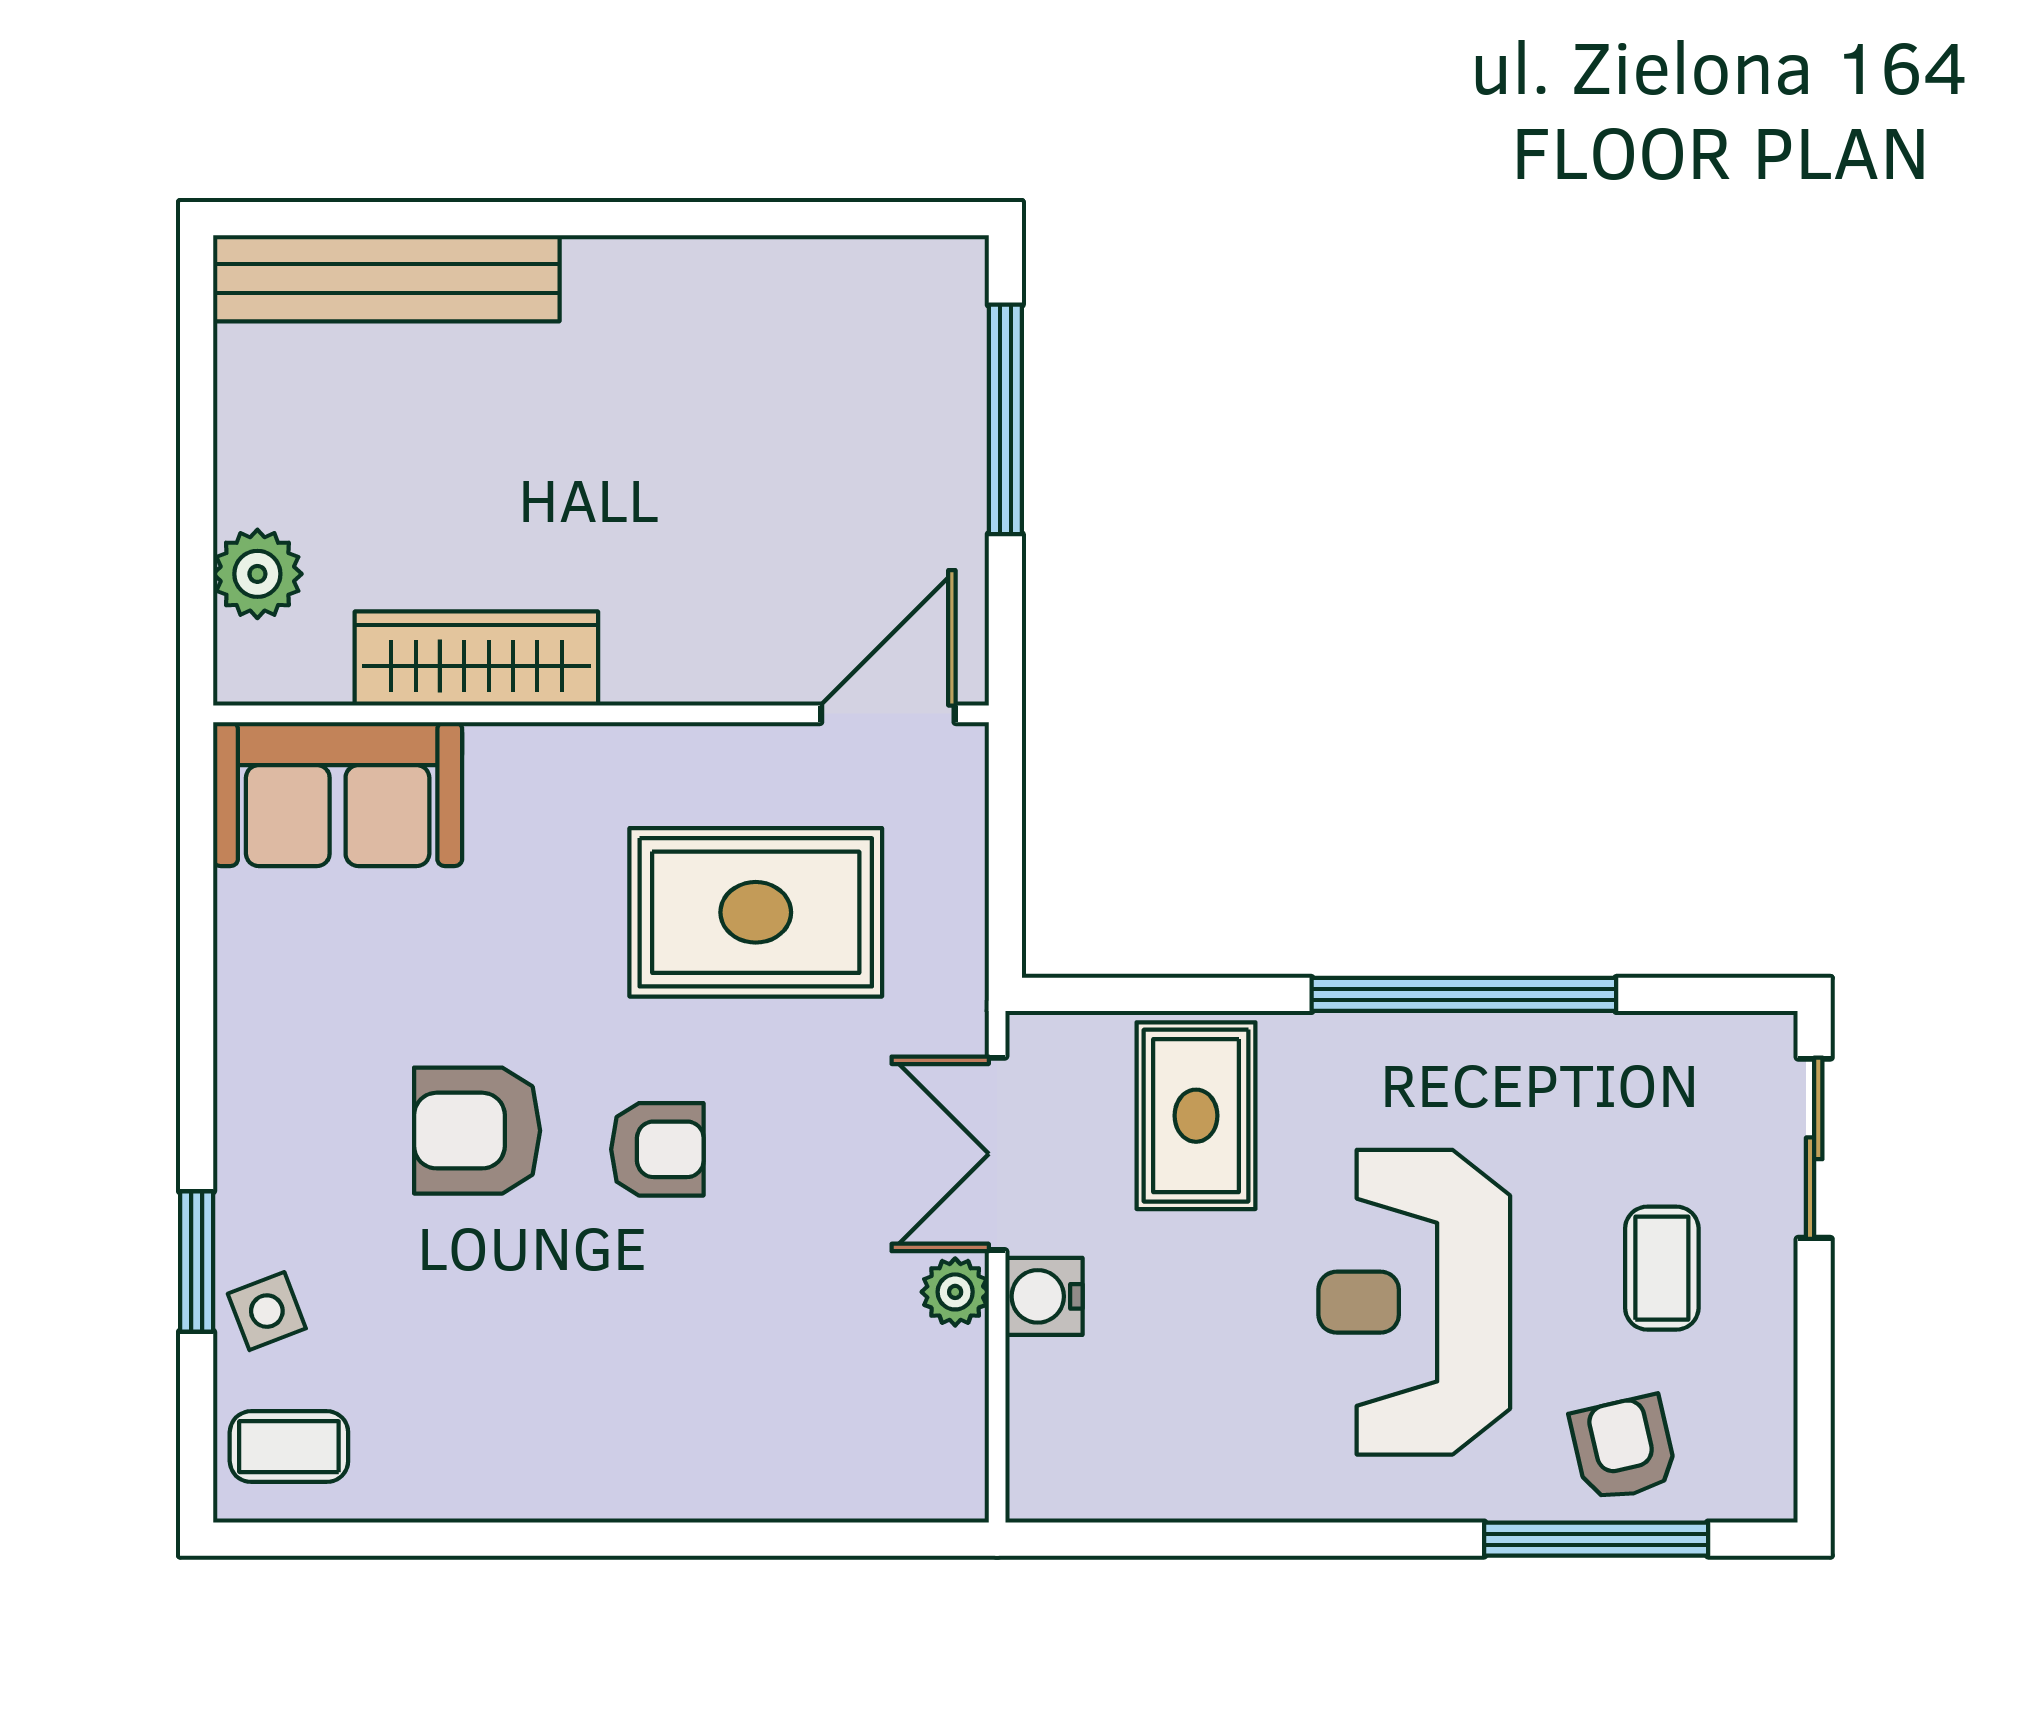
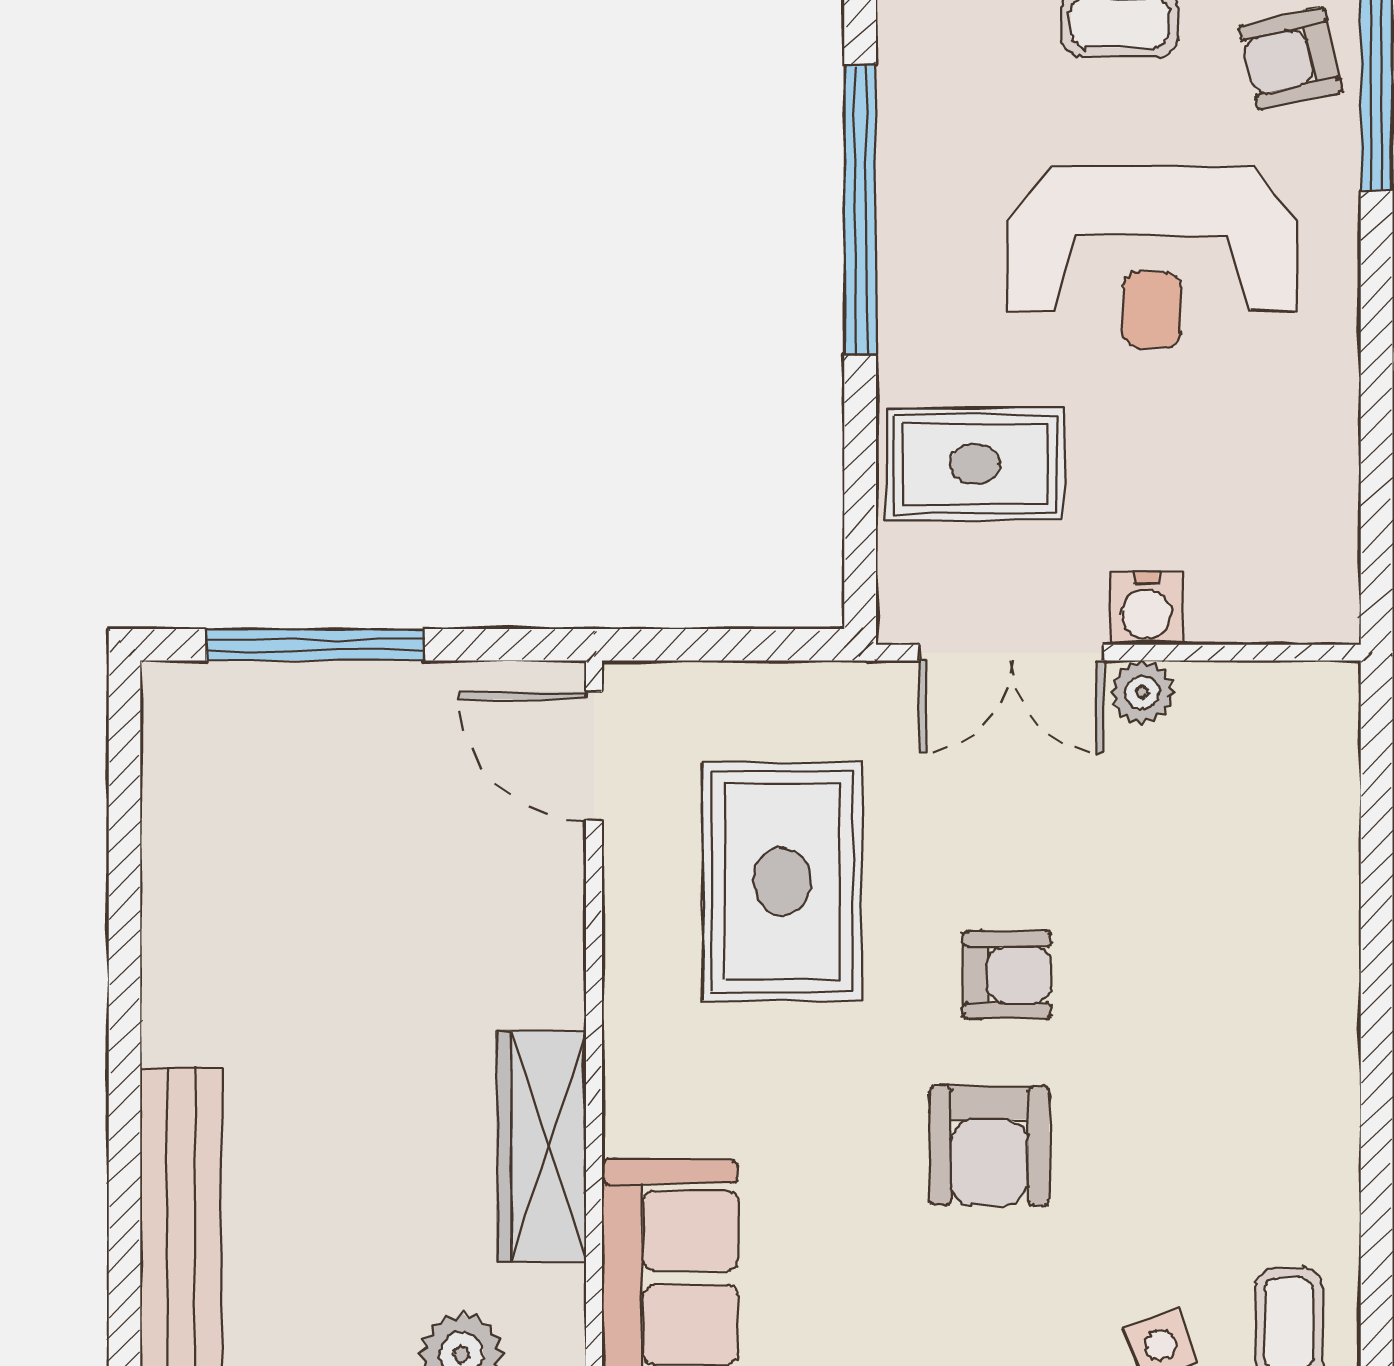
armchair: (657, 1149) -> (1007, 975), turned 90

